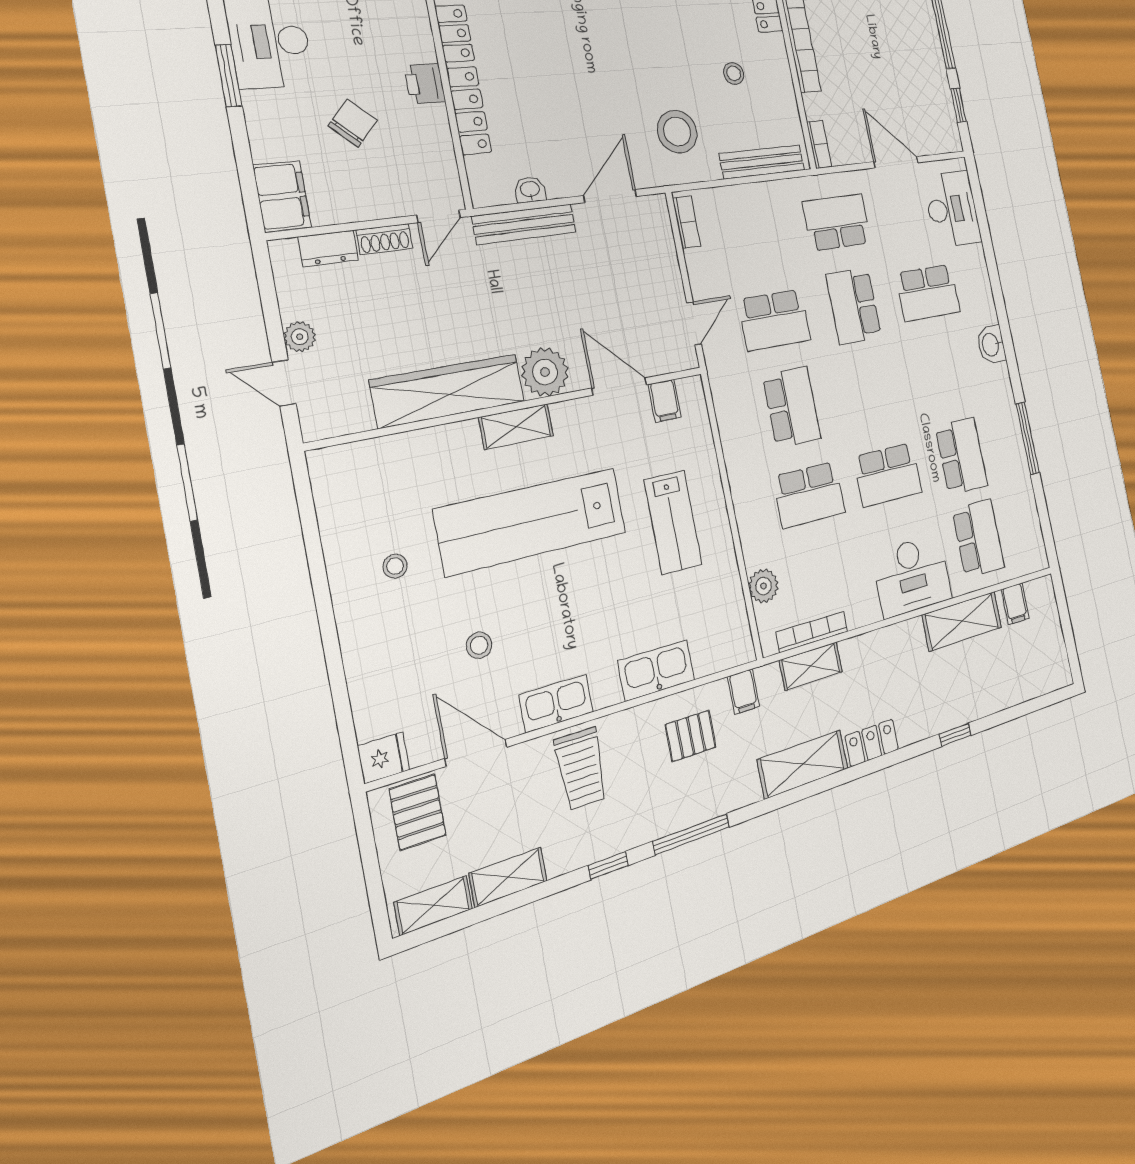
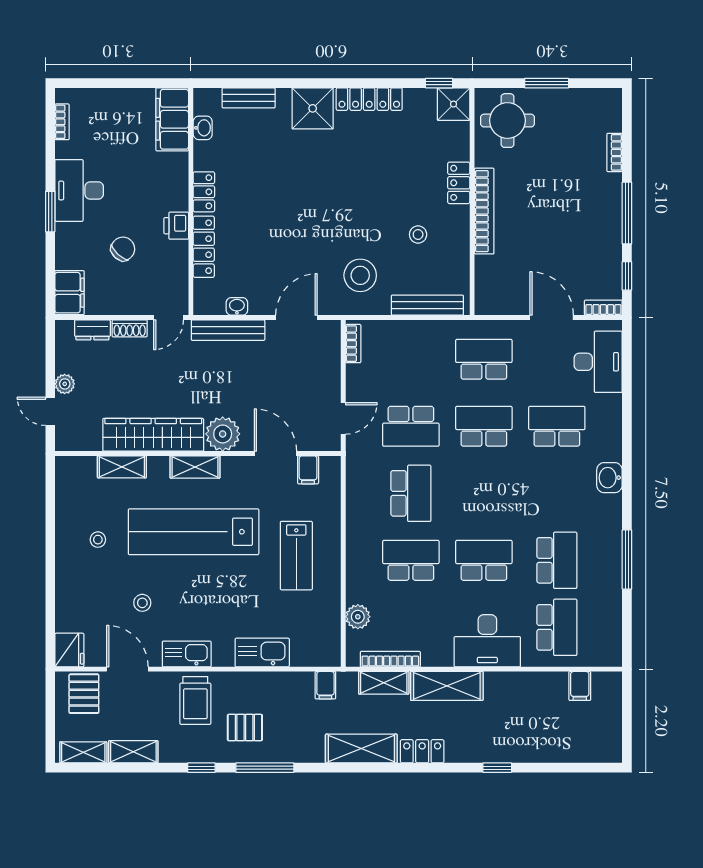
bookcase: (819, 144) -> (603, 308), moved, turned -90
school desk: (928, 293) -> (557, 426), turned 180
school desk: (854, 306) -> (484, 426), turned 90
shelving: (411, 447) -> (122, 467), added
school desk: (888, 475) -> (484, 560), turned 180
school desk: (809, 495) -> (411, 560), turned 180
shelving: (962, 621) -> (447, 686), moved
pallet: (691, 736) -> (245, 728), moved
fridge: (384, 758) -> (69, 650), width x1.38

